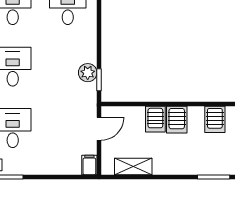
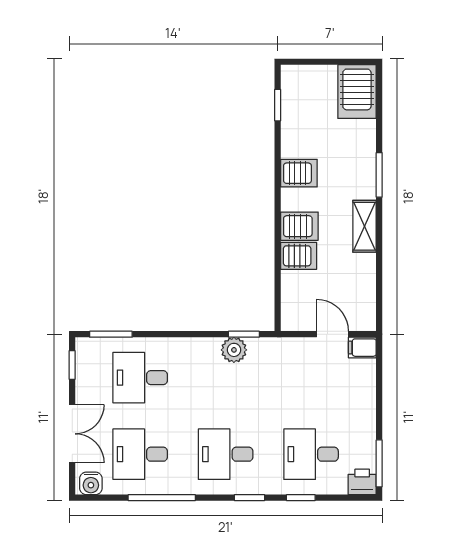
door: (99, 129) -> (333, 334), moved
shelving: (133, 167) -> (364, 226), moved

